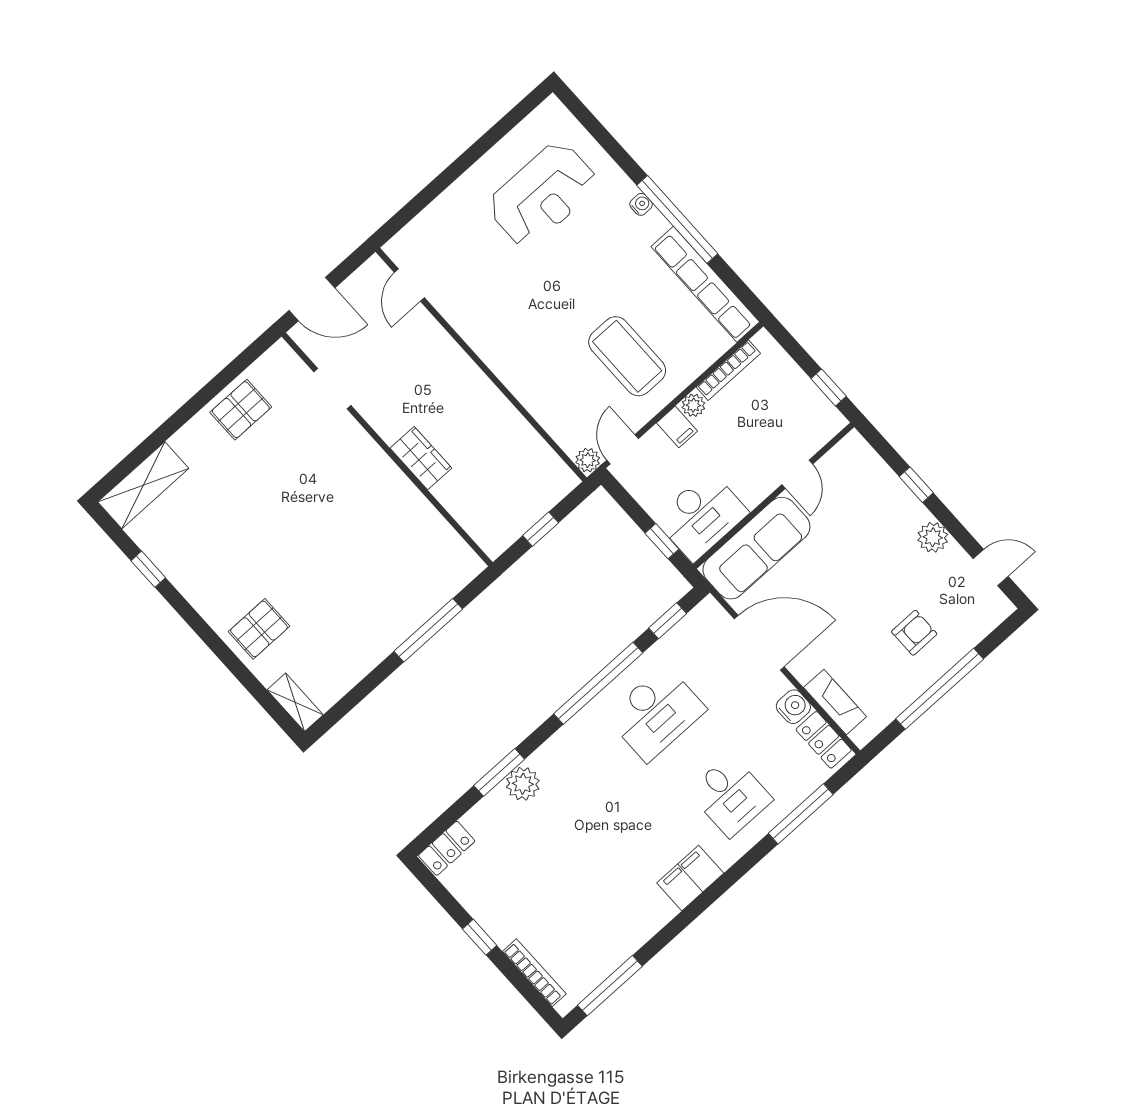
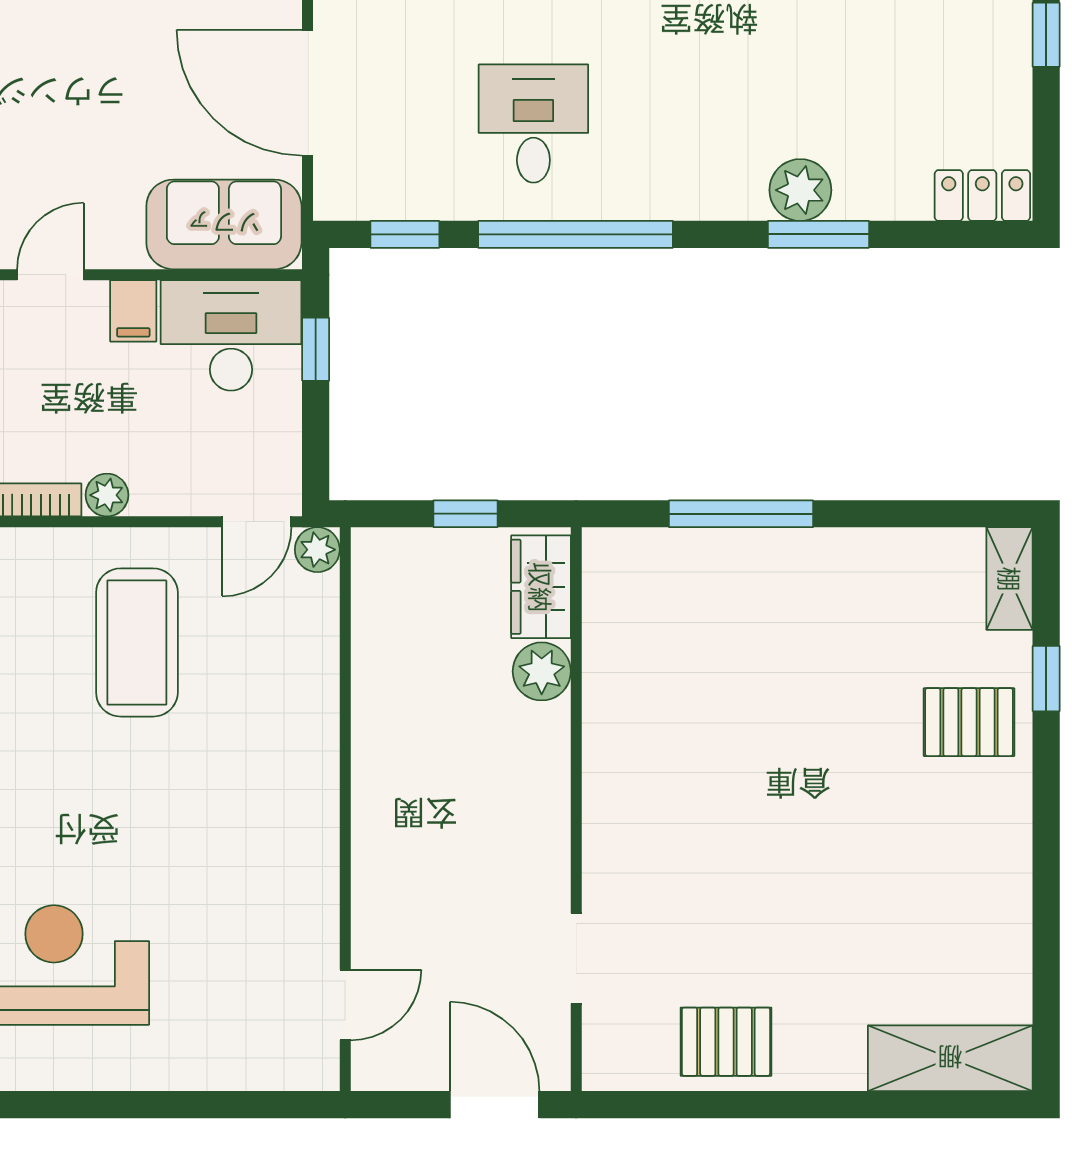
filing cabinet: (677, 427) -> (133, 311), moved, turned 180
wardrobe: (421, 458) -> (541, 587), moved
plant: (452, 493) -> (542, 671), added
sofa: (756, 548) -> (224, 224), width x0.73
window: (148, 569) -> (1046, 679), moved
desk: (656, 713) -> (533, 124), width x0.73

